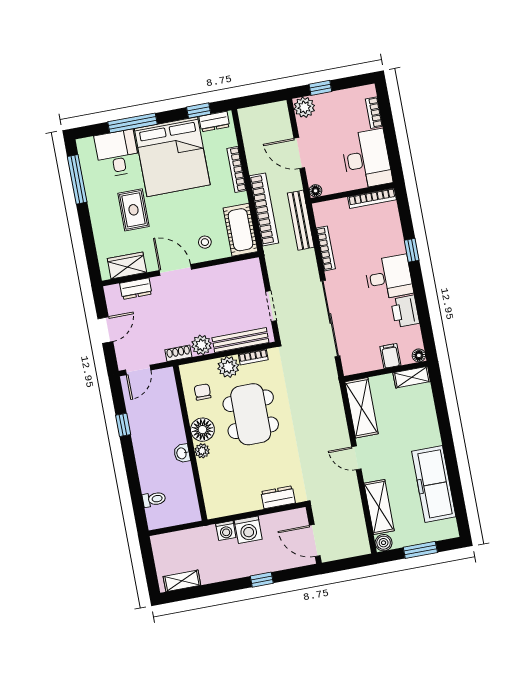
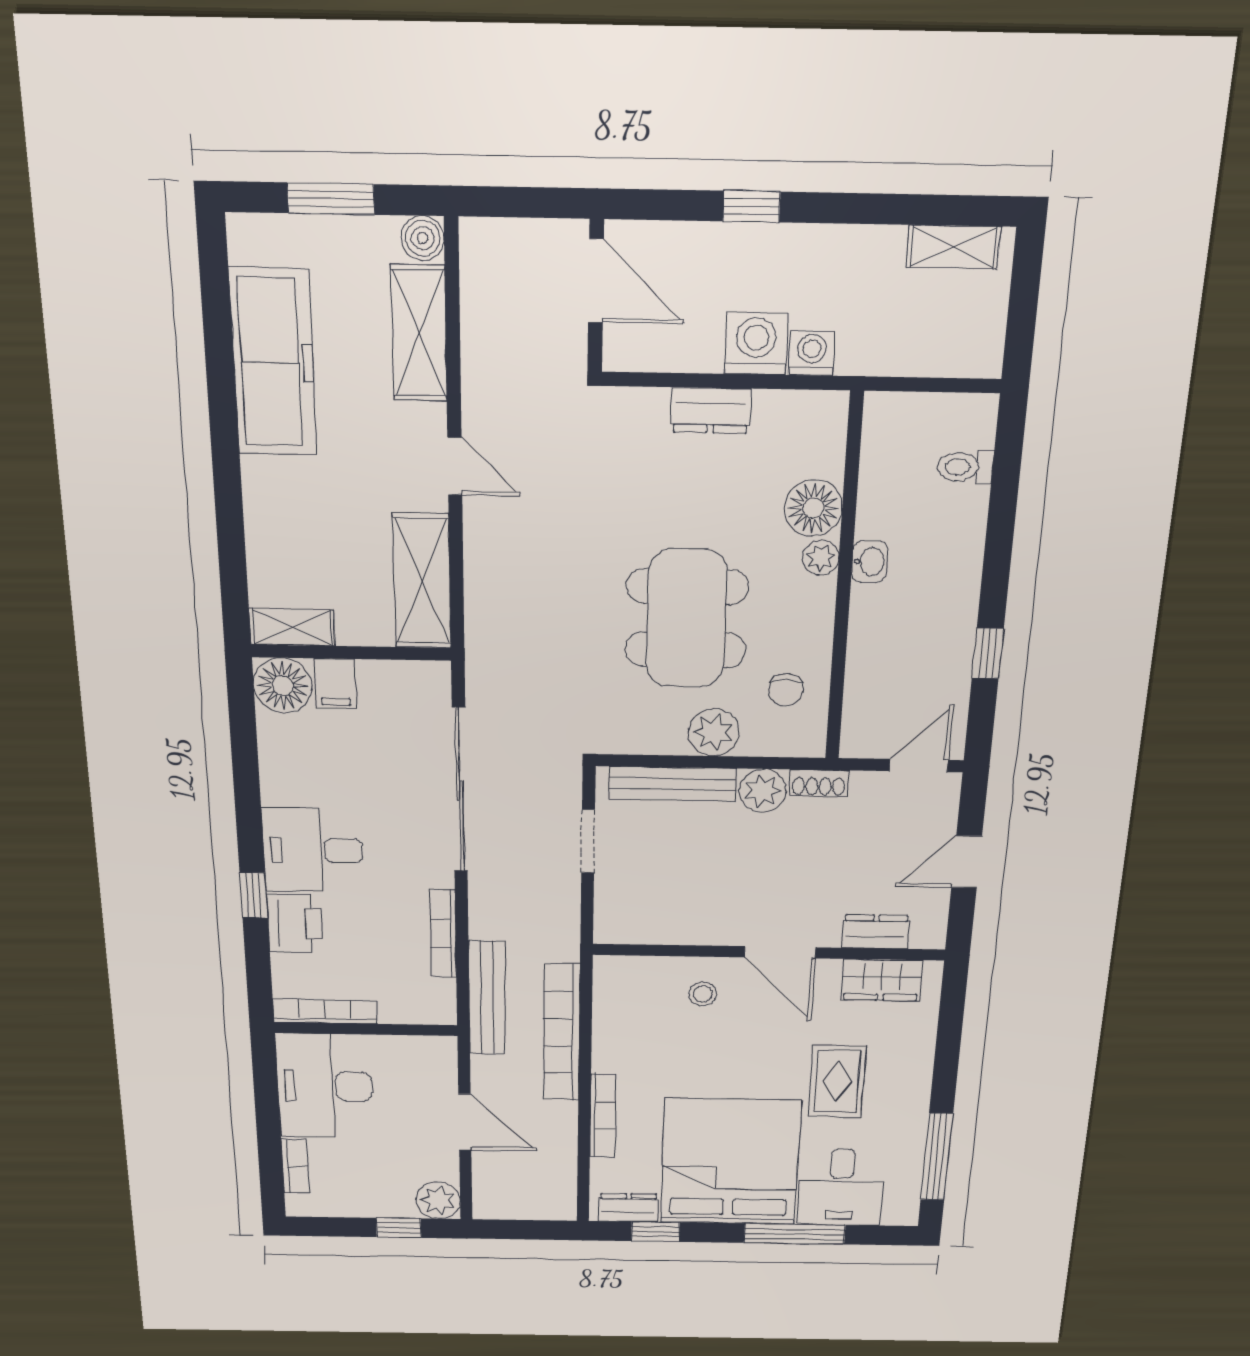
floor lamp: (316, 191) -> (444, 1047), removed
cot: (240, 230) -> (621, 1003), removed
printer: (405, 311) -> (295, 924), moved
floor lamp: (419, 355) -> (283, 685), width x1.89, depth x1.89
bookcase: (253, 357) -> (652, 743), removed
floor lamp: (202, 430) -> (813, 508), moved
dresser: (278, 497) -> (711, 410), moved

